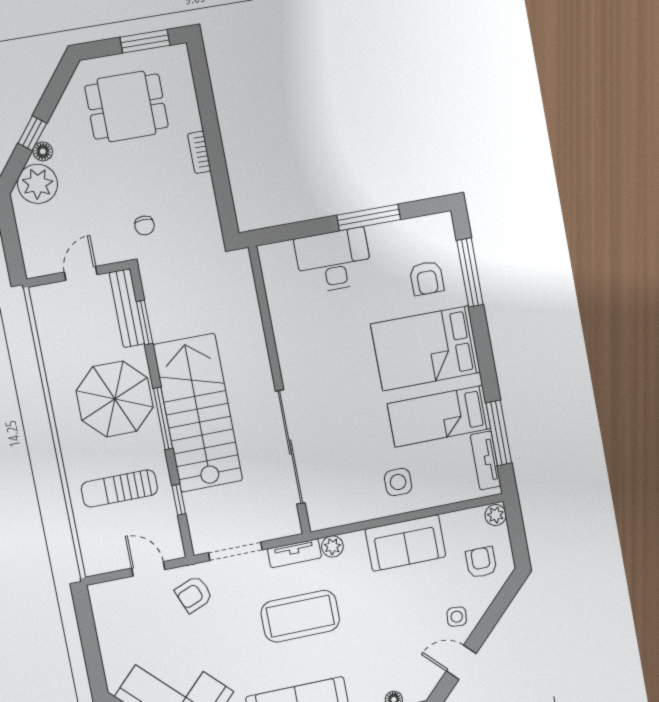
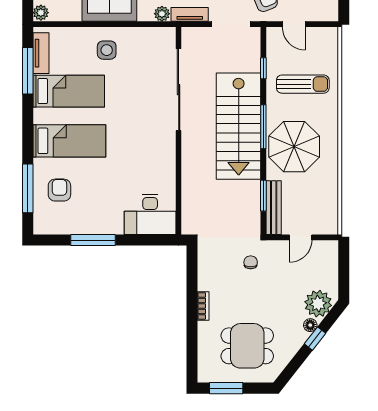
desk: (334, 261) -> (150, 214), moved
bed: (426, 348) -> (69, 141), width x0.67

